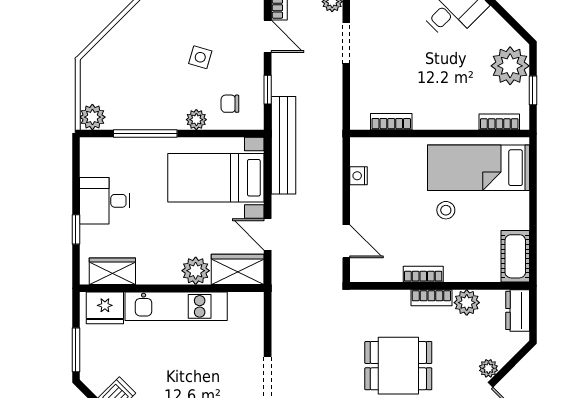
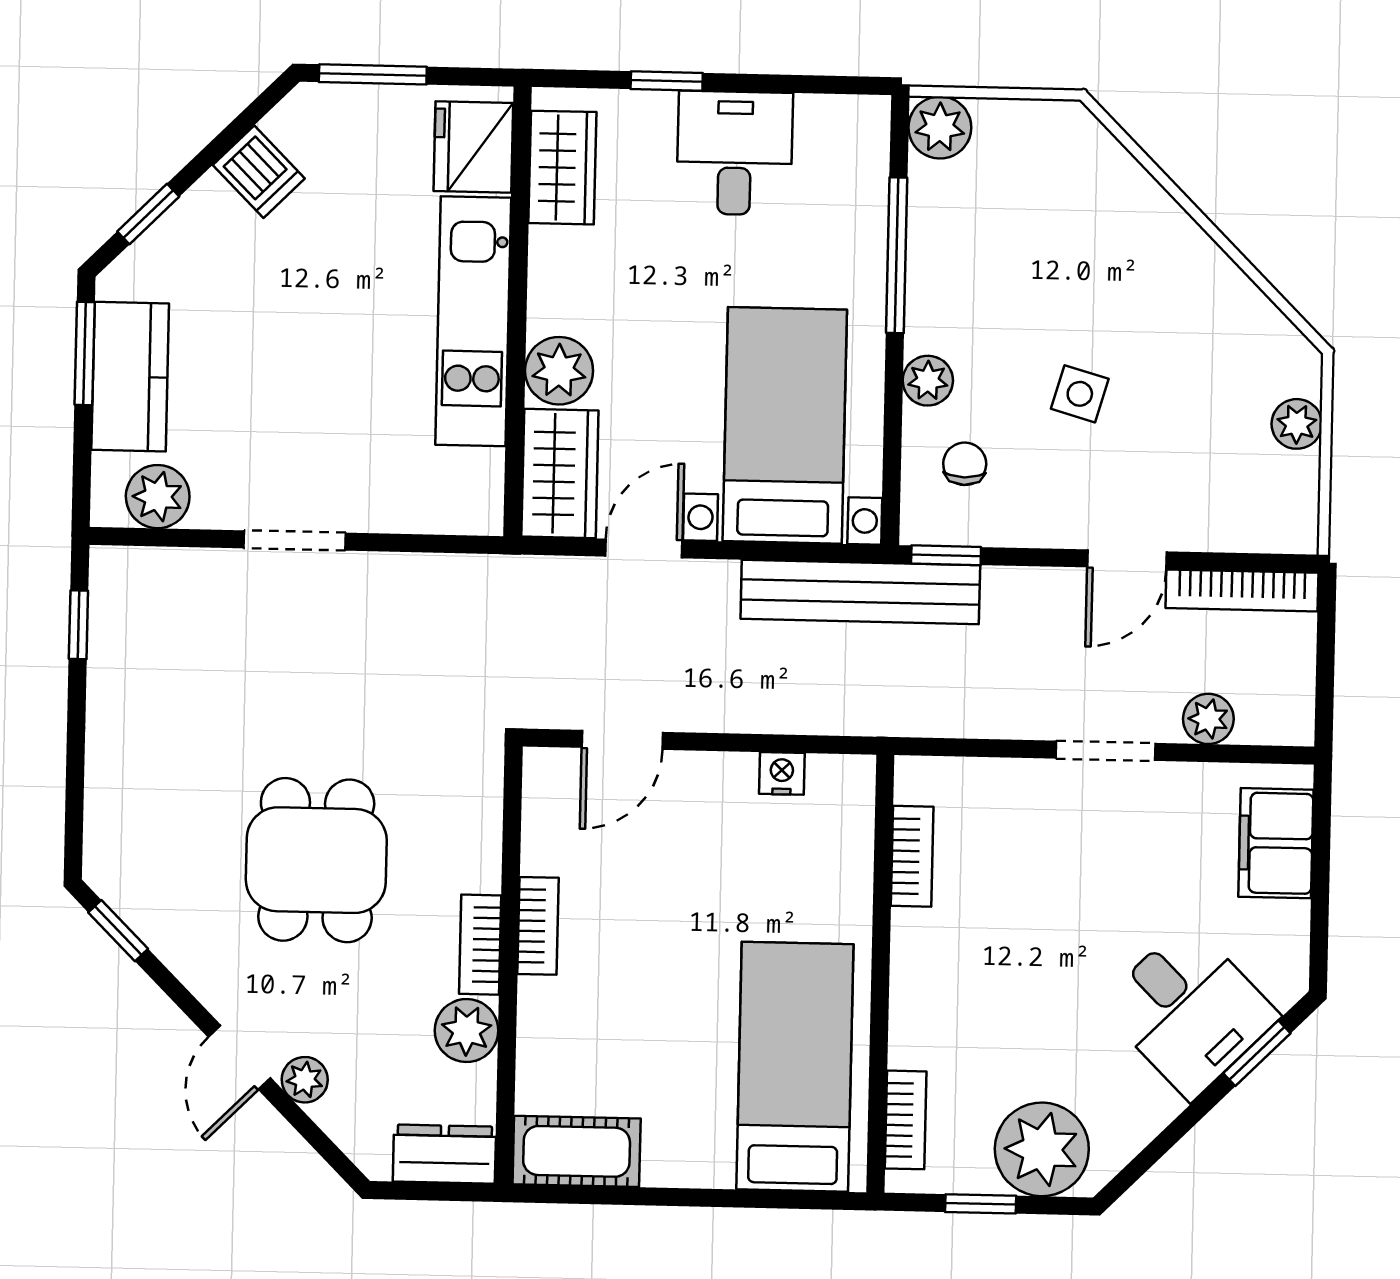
window: (268, 90) -> (946, 555), moved
stool: (446, 210) -> (693, 985), removed

